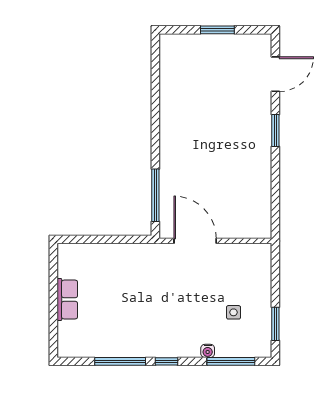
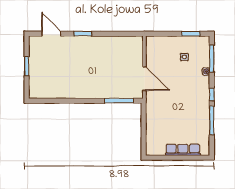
door: (195, 241) -> (144, 78), swing flipped
row of seats: (67, 300) -> (183, 150), width x1.48

